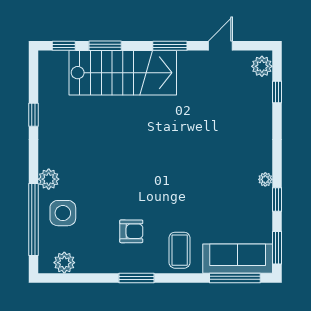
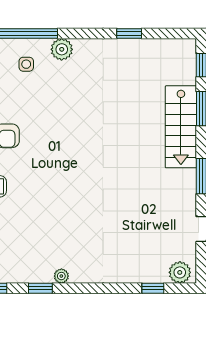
stairs: (123, 73) -> (181, 127), width x0.73, depth x0.66
side table: (63, 213) -> (26, 64), width x0.54, depth x0.54

